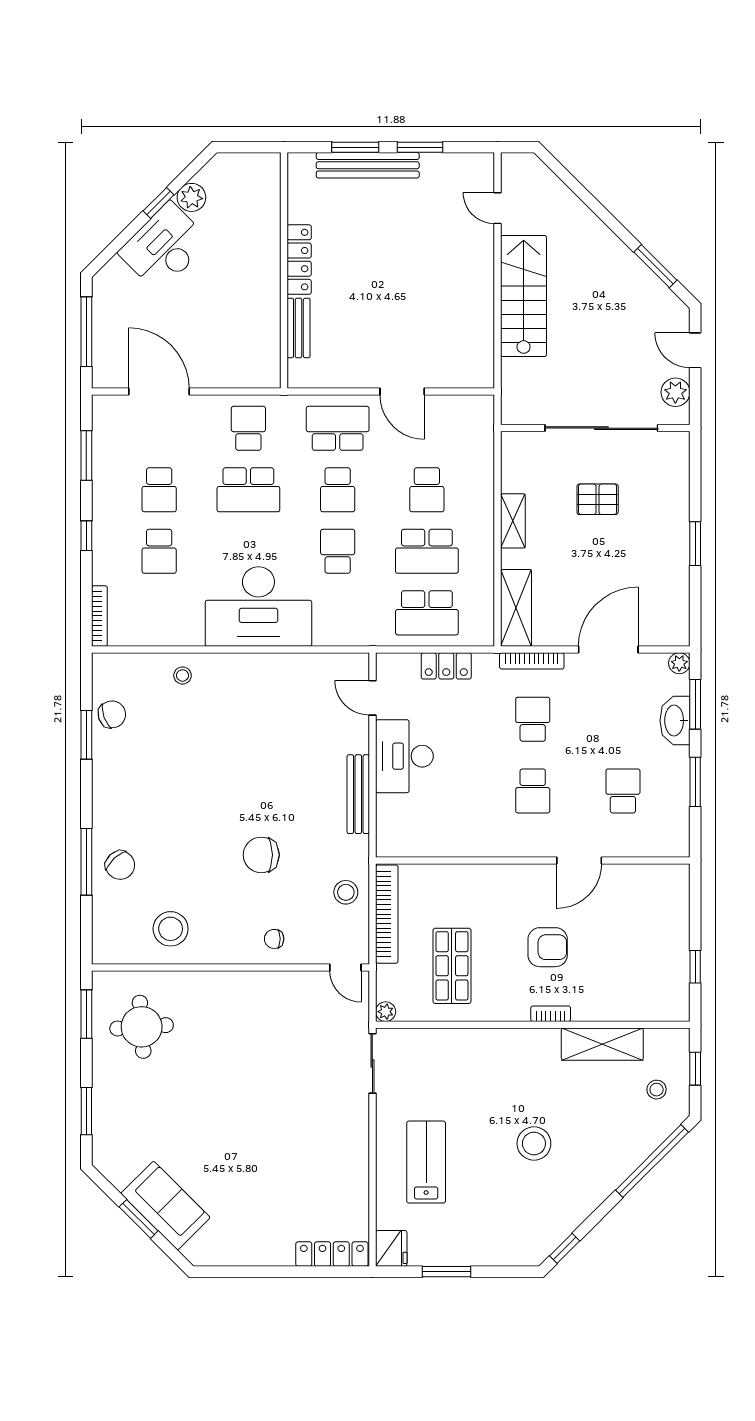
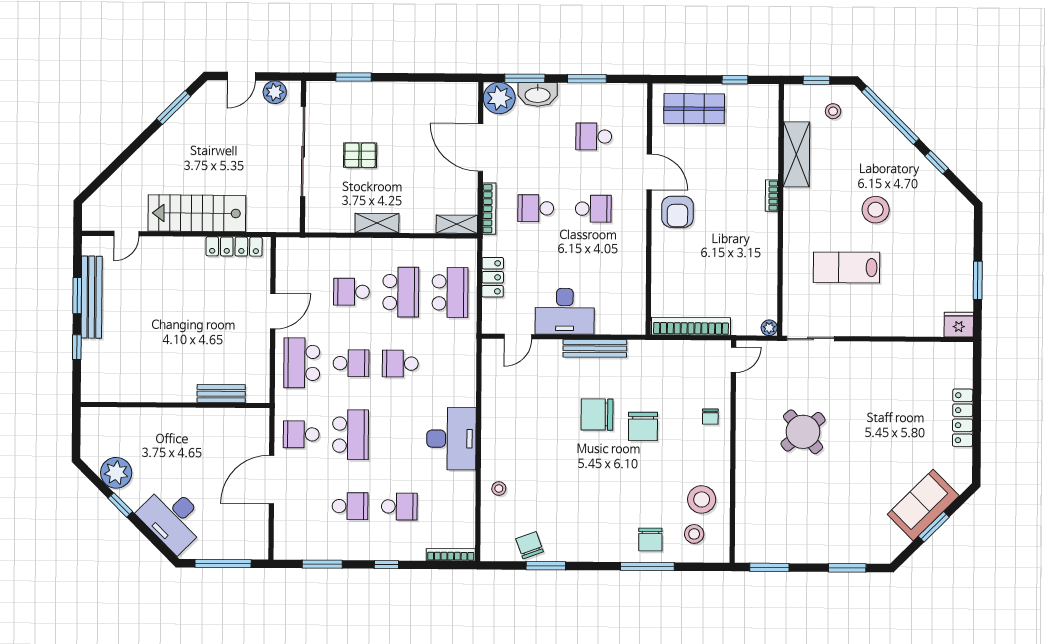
window: (355, 147) -> (77, 347), width x0.67
bench: (368, 165) -> (92, 297), moved
plant: (191, 197) -> (116, 473), width x1.36, depth x1.36
desk: (164, 247) -> (173, 518), moved
locker: (299, 260) -> (234, 246), moved, turned 180
door: (159, 392) -> (272, 480), moved
school desk: (427, 490) -> (352, 292), turned 180
pallet: (598, 499) -> (360, 155), turned 90
window: (695, 544) -> (354, 77), moved
desk: (258, 607) -> (451, 439), width x0.73, depth x0.77
shelving: (516, 608) -> (457, 224), width x0.67, depth x0.75
plant: (679, 663) -> (499, 98), width x1.87, depth x1.87
chair: (276, 797) -> (597, 414), added
chair: (120, 865) -> (650, 540), turned 133
stool: (346, 892) -> (694, 534), moved
armchair: (548, 947) -> (677, 212), moved, turned 180
shop shelf: (452, 966) -> (694, 109), moved
round table: (142, 1027) -> (803, 432), moved, turned -36
lab bench: (426, 1162) -> (846, 267), moved
window: (565, 1248) -> (937, 162), moved
locker: (332, 1254) -> (963, 418), moved

